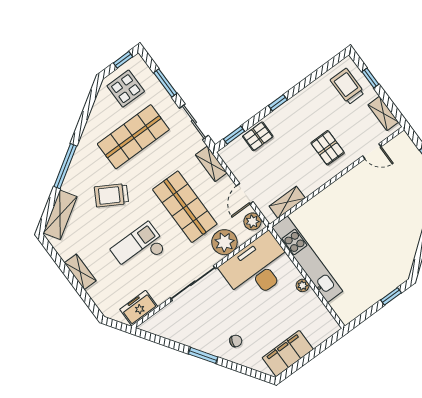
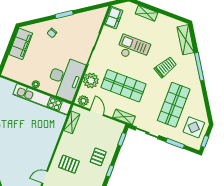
pallet: (258, 136) -> (98, 157), moved
checkout: (139, 248) -> (133, 49), turned -90
shelving: (80, 272) -> (147, 13), moved

